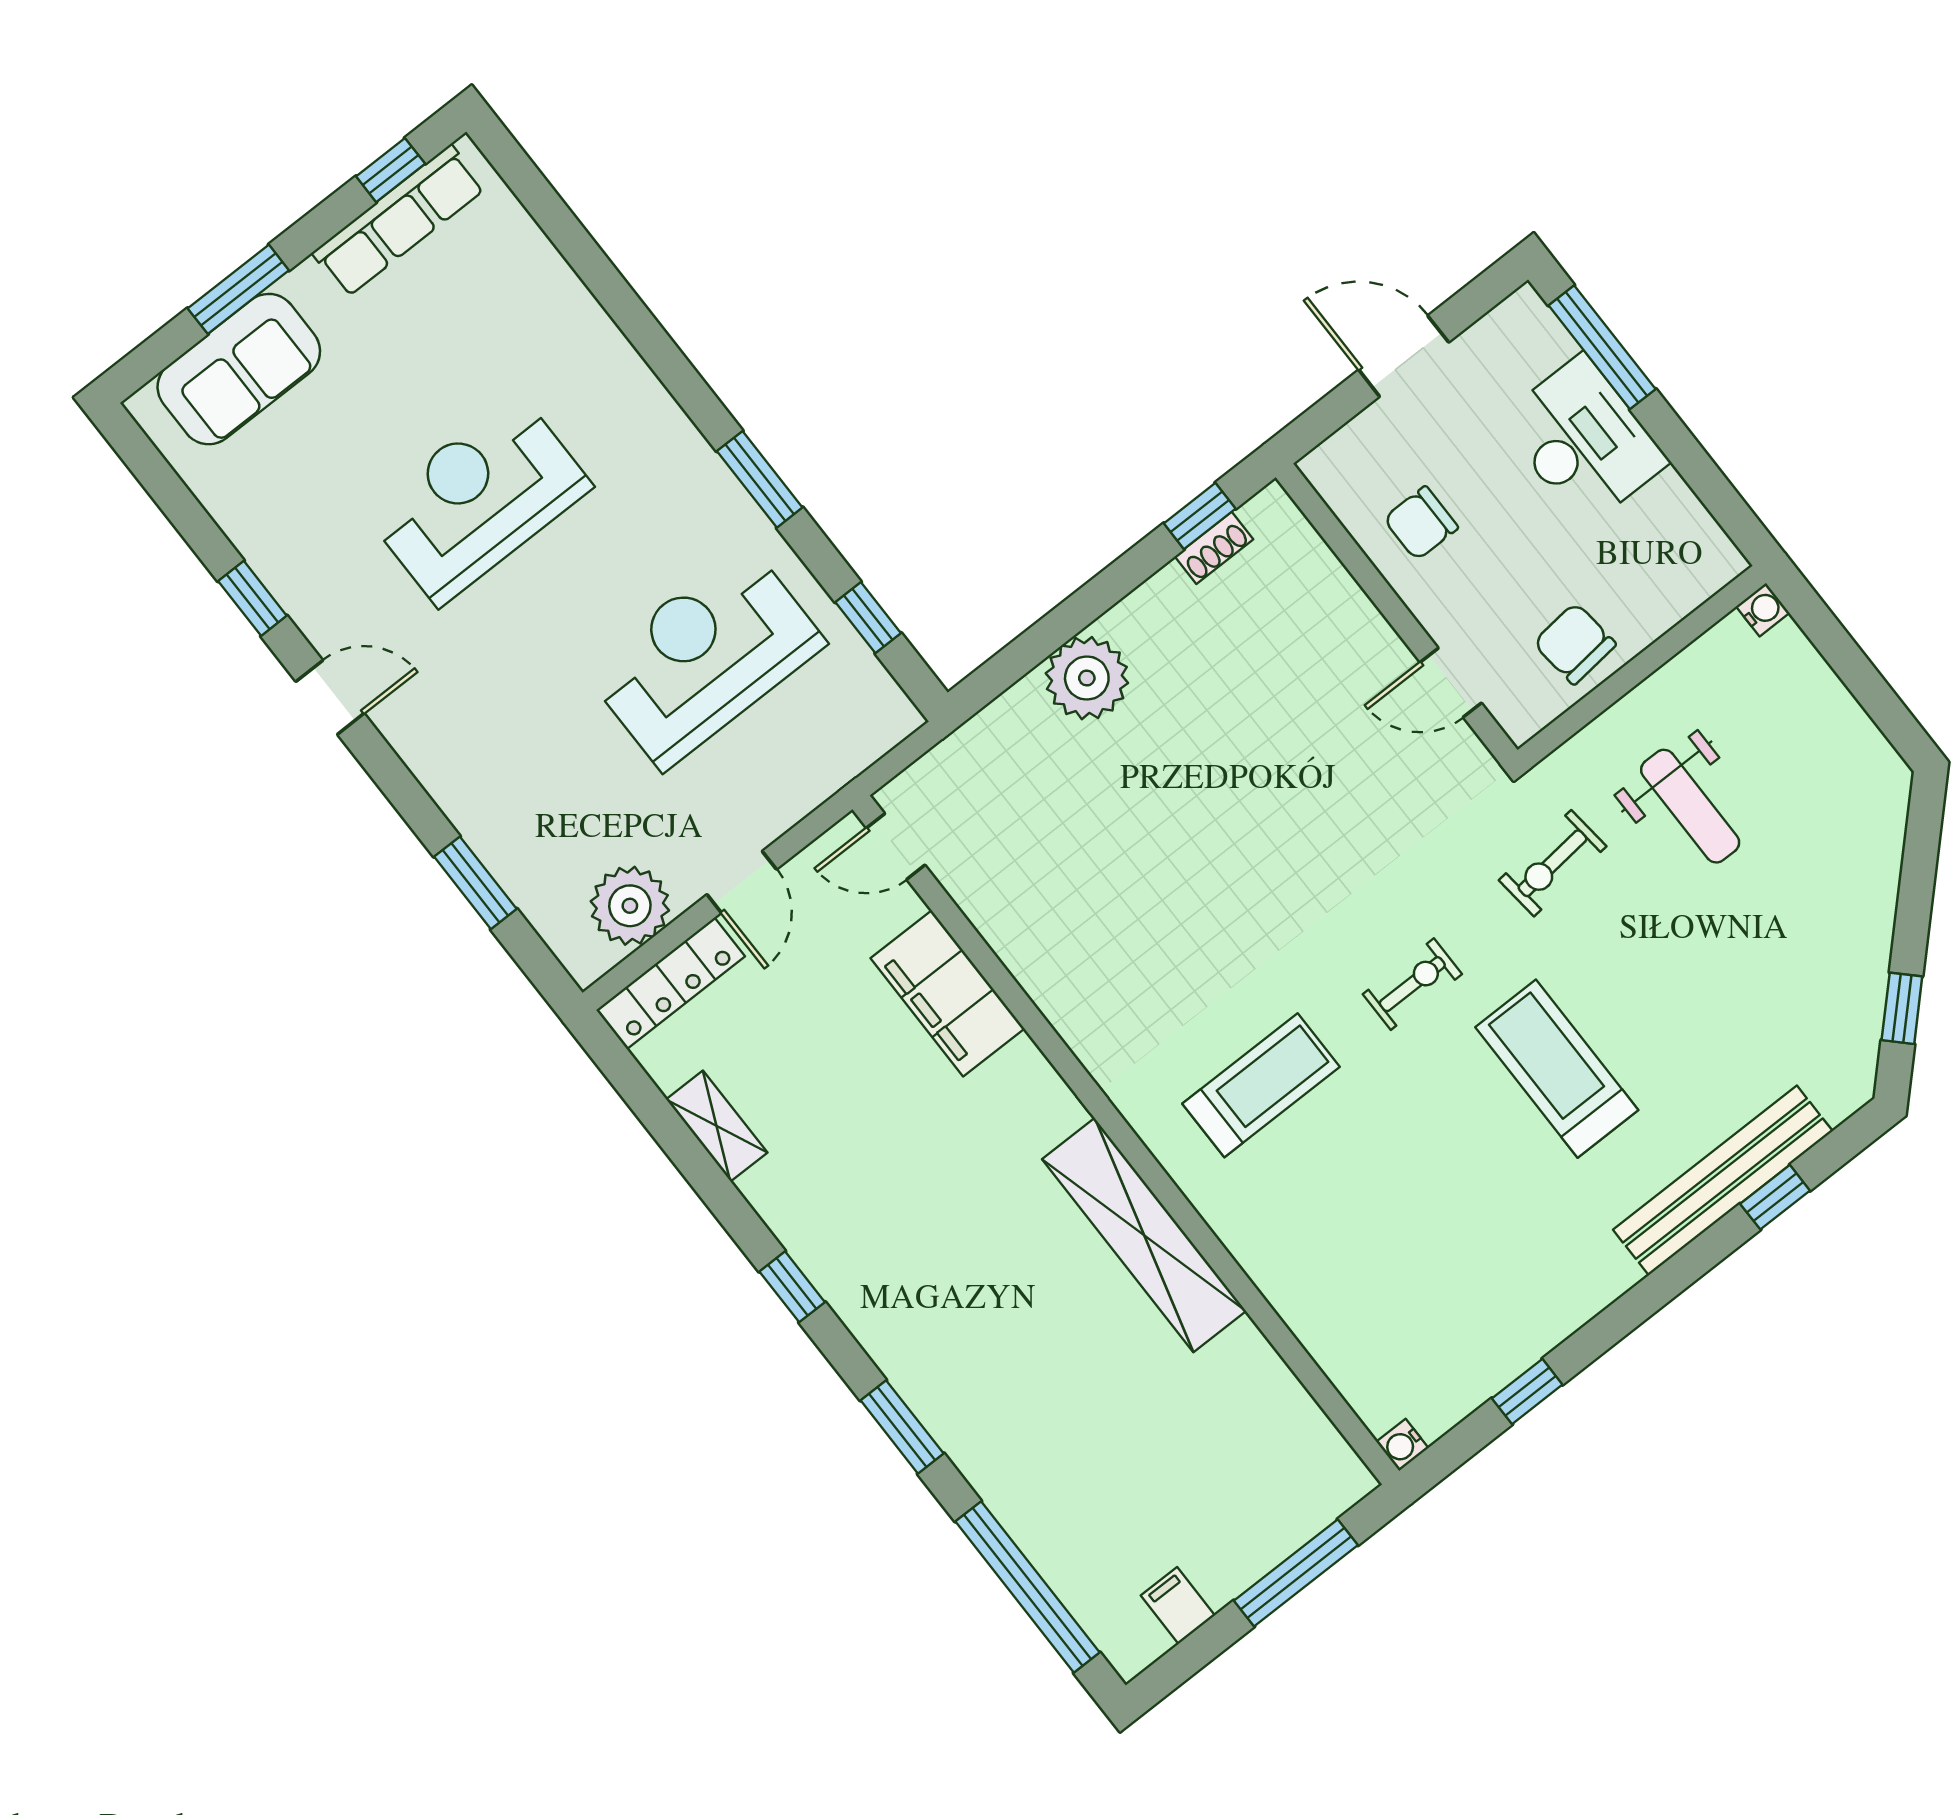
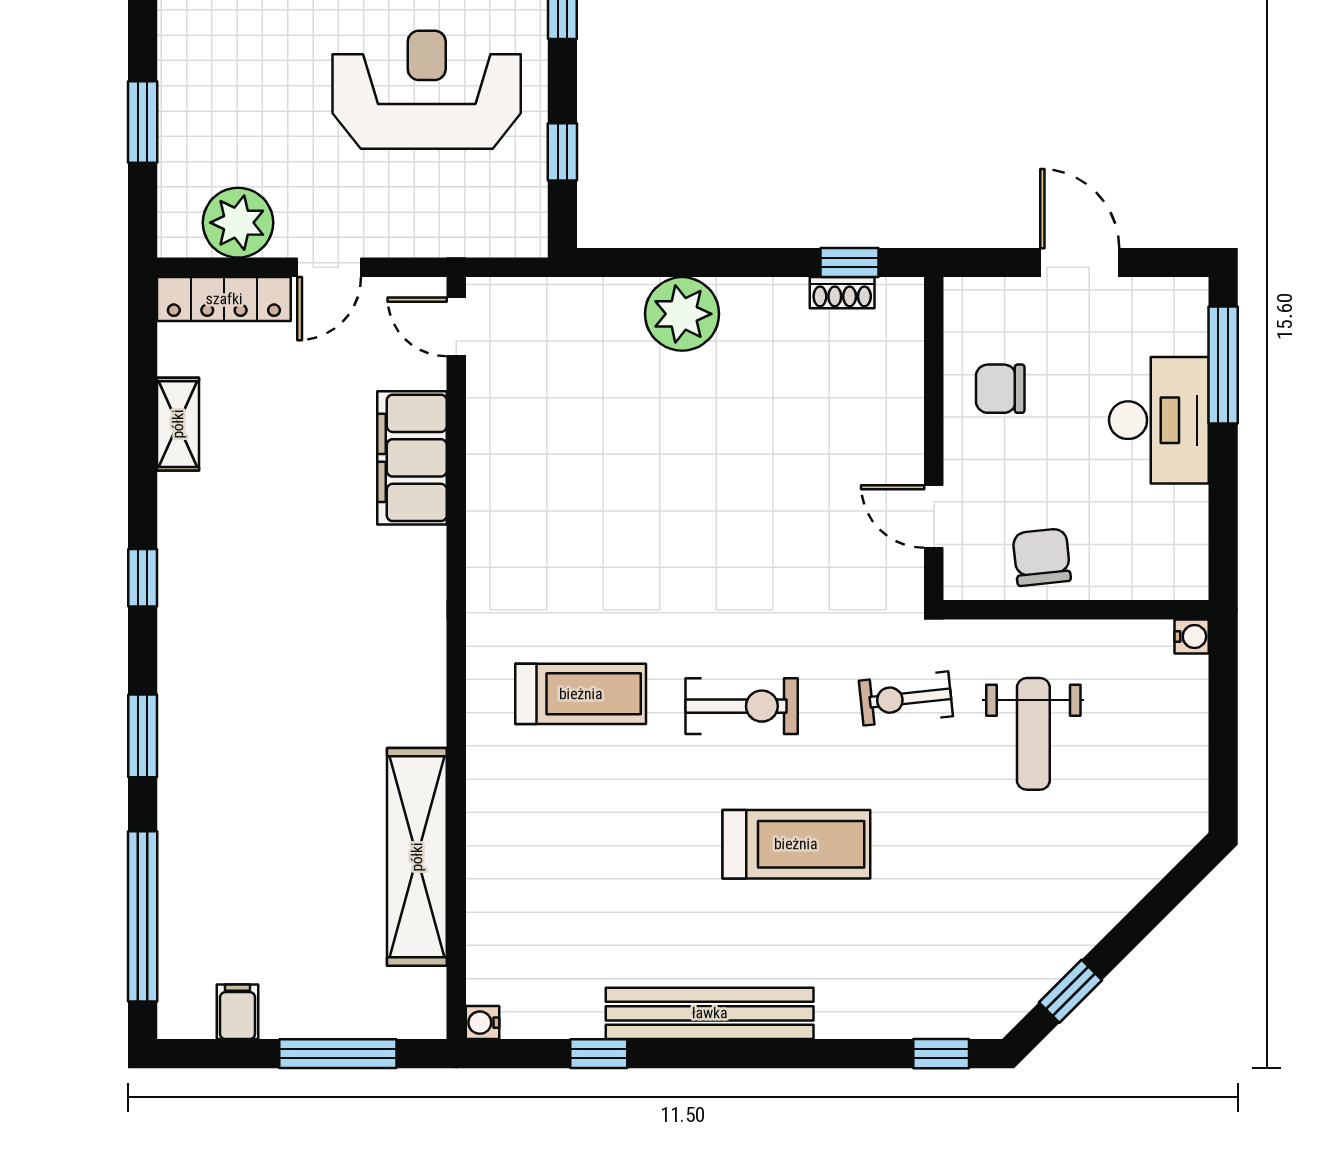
exercise bike: (1412, 984) -> (742, 706), width x1.38, depth x1.39
treadmill: (1557, 1069) -> (796, 844), turned 90
bench: (1723, 1180) -> (710, 1013), moved
window: (1775, 1197) -> (941, 1054), moved
shelving: (1144, 1235) -> (417, 857), moved

